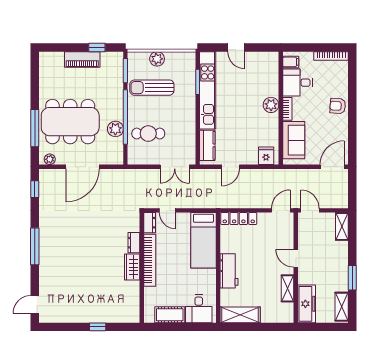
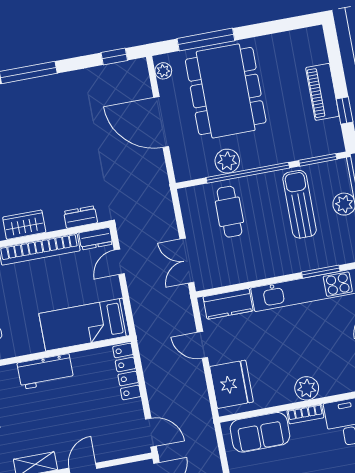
fridge: (266, 156) -> (232, 384), width x1.88, depth x1.34
dresser: (134, 243) -> (81, 217), moved

